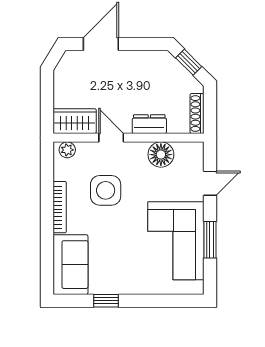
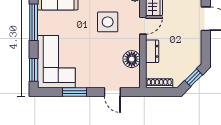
corner sofa: (176, 241) -> (56, 62), moved, turned 90
window: (106, 301) -> (34, 22), width x2.17
window: (177, 301) -> (34, 70), added

